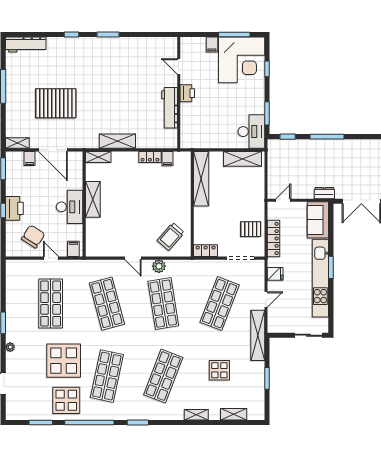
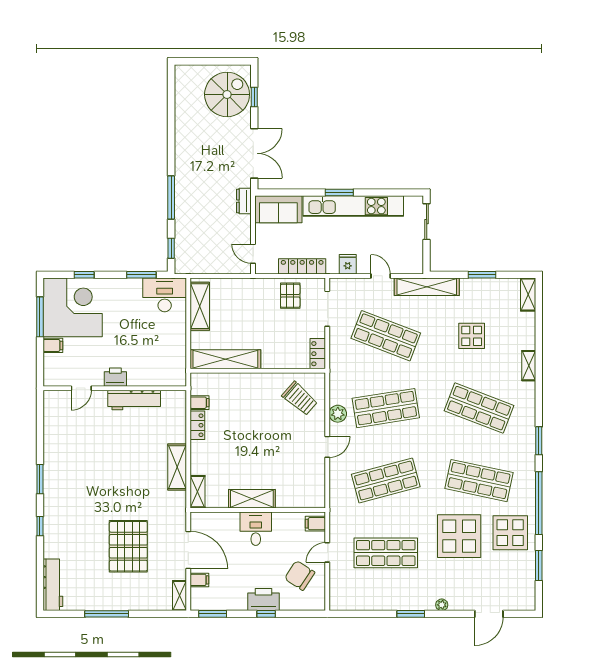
door: (53, 150) -> (188, 550), hinge flipped
desk: (69, 207) -> (256, 529), width x0.73
shelving: (234, 414) -> (528, 295), moved

